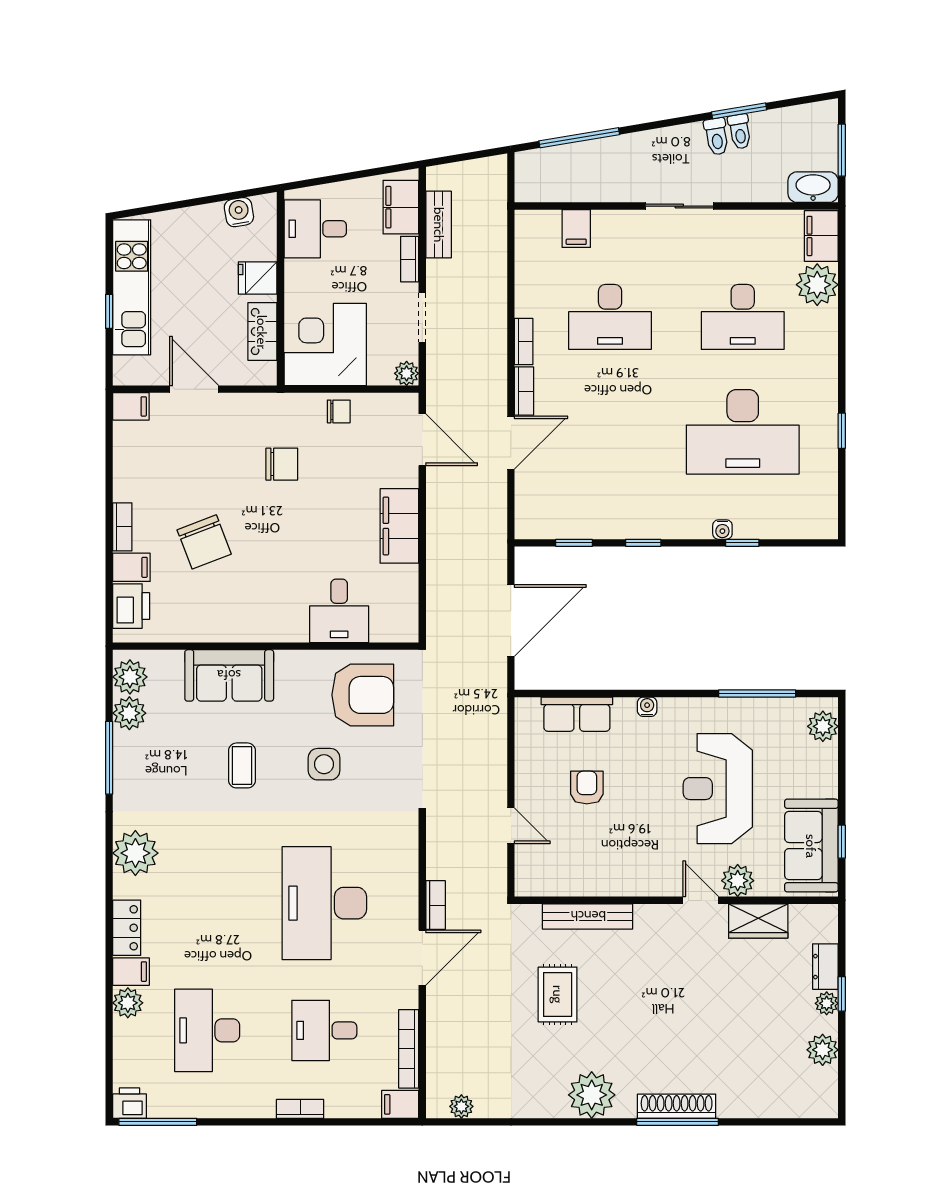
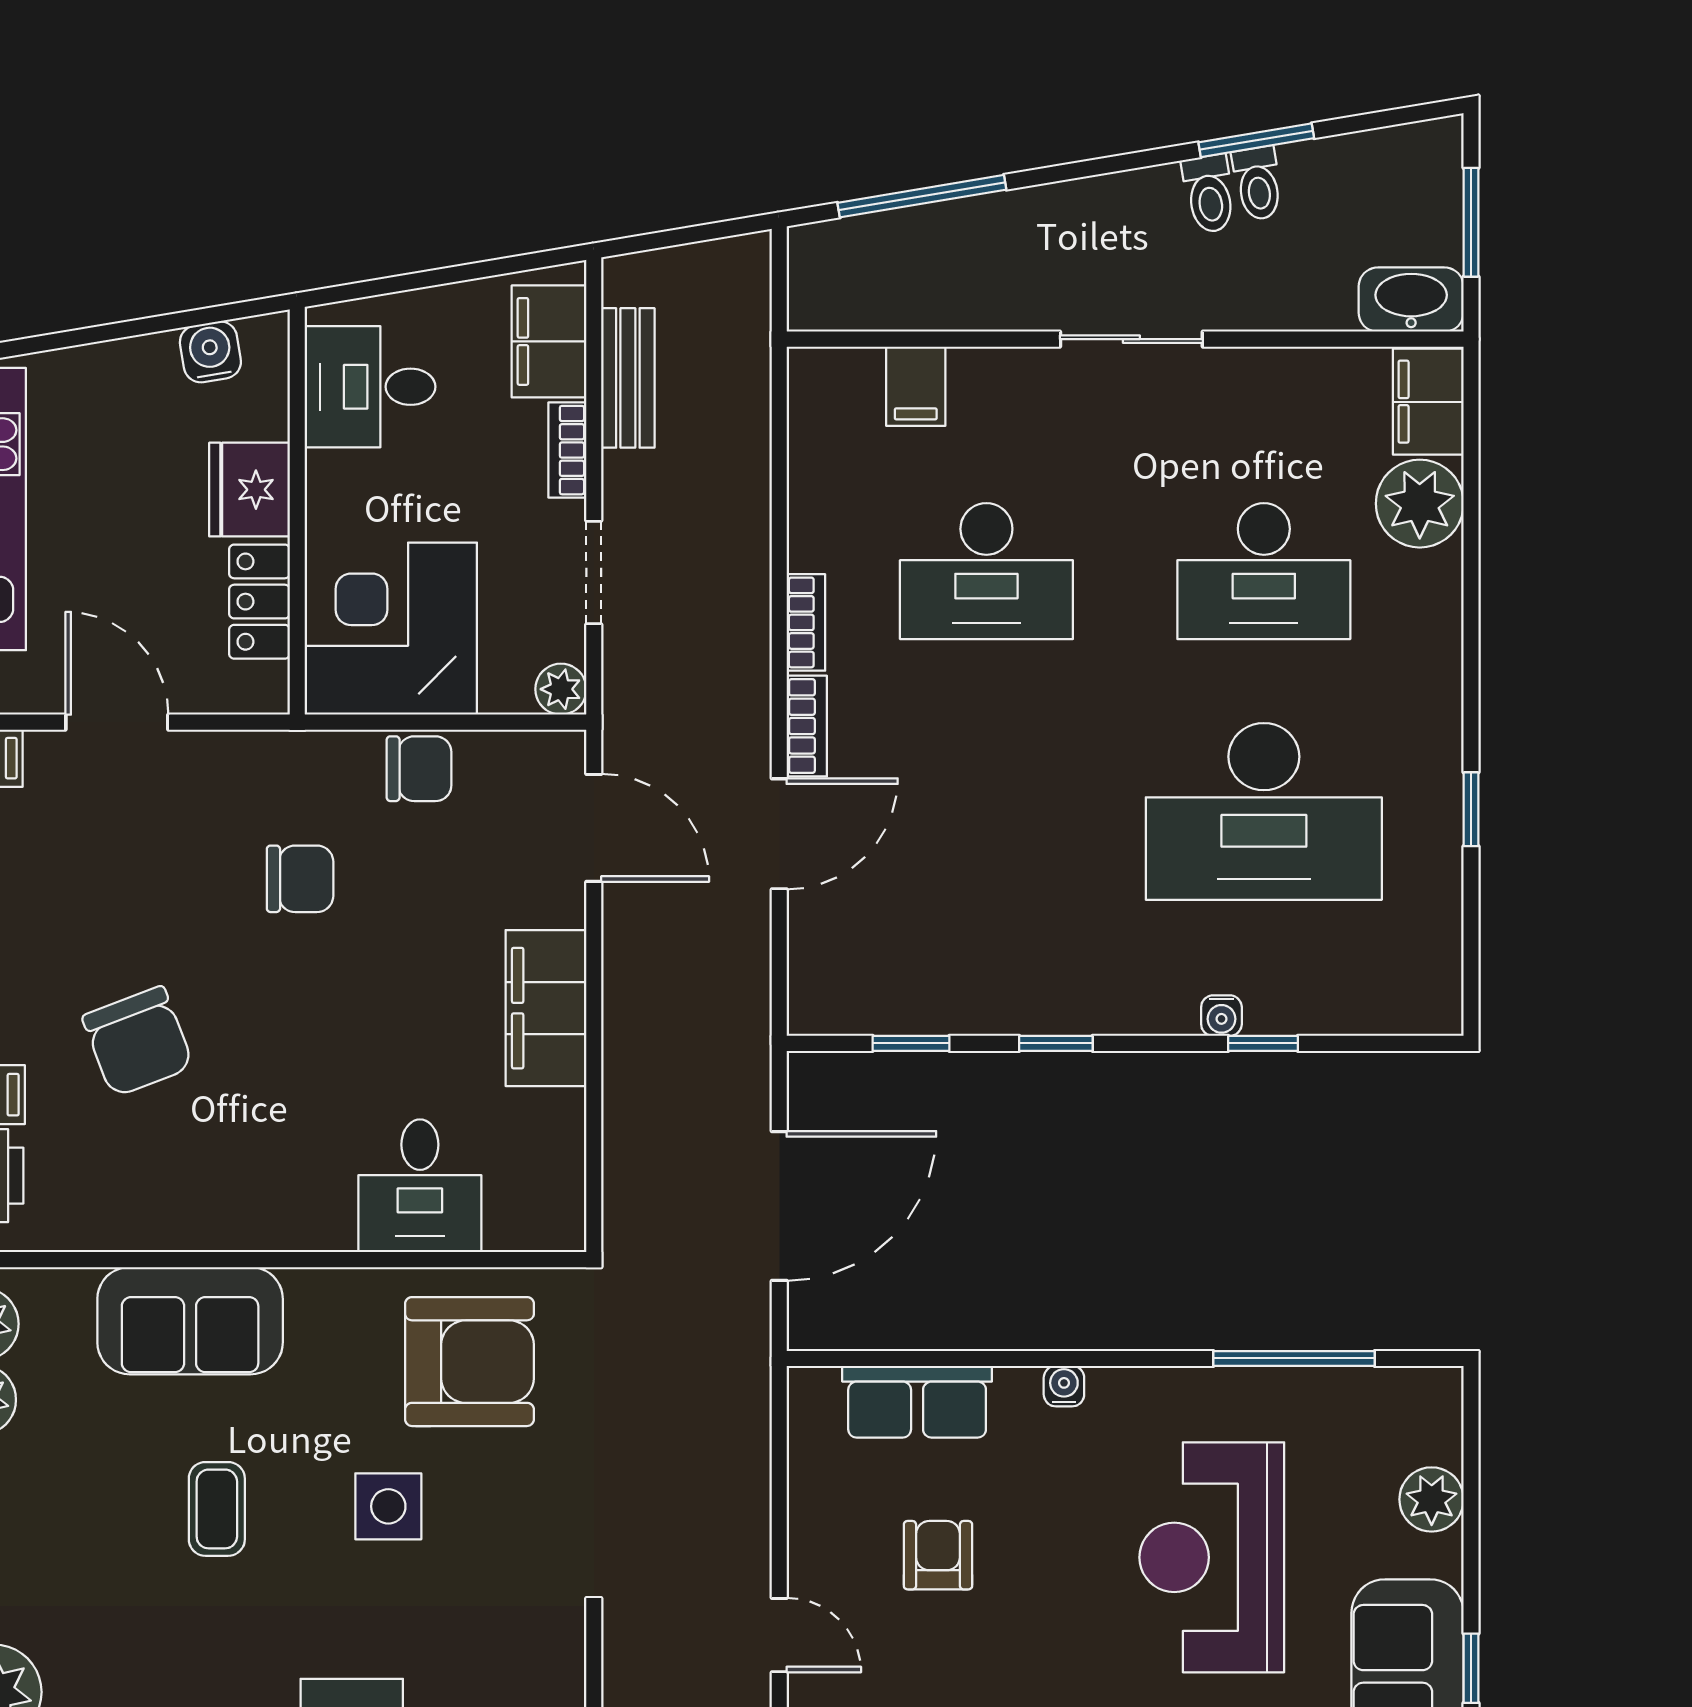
fridge: (258, 278) -> (250, 490), width x1.38
chair: (339, 411) -> (419, 769), width x1.37, depth x1.37
plant: (823, 726) -> (1432, 1499), moved

